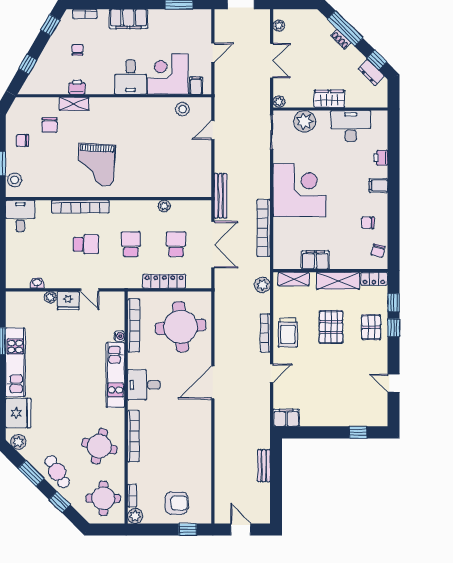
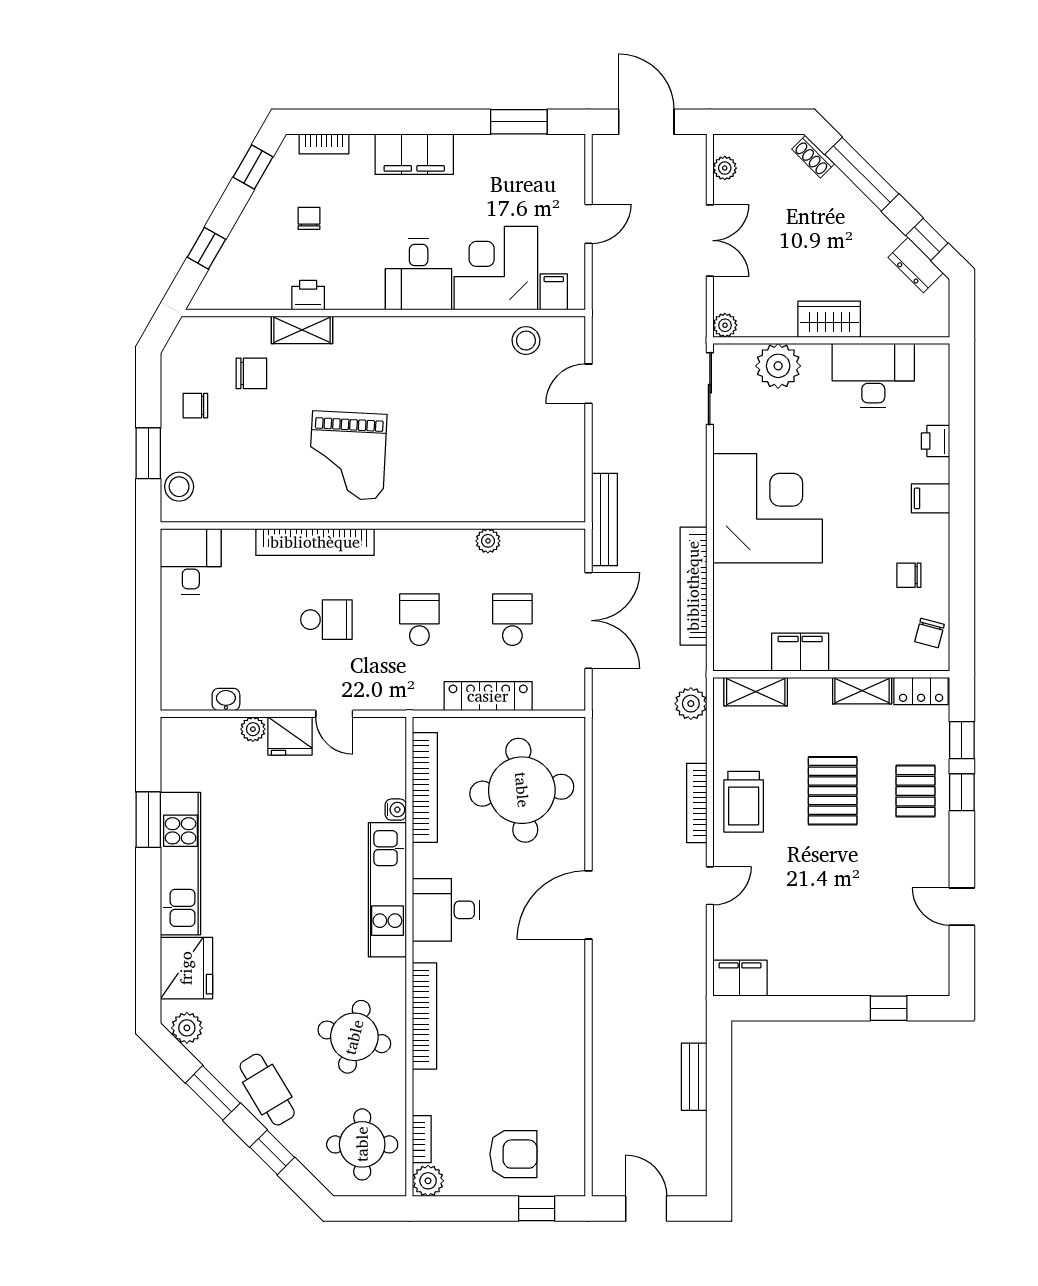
shoe rack: (341, 39) -> (813, 157), moved
chair: (50, 125) -> (251, 373), turned -90
shelving: (338, 281) -> (862, 691), width x0.67, depth x0.75

